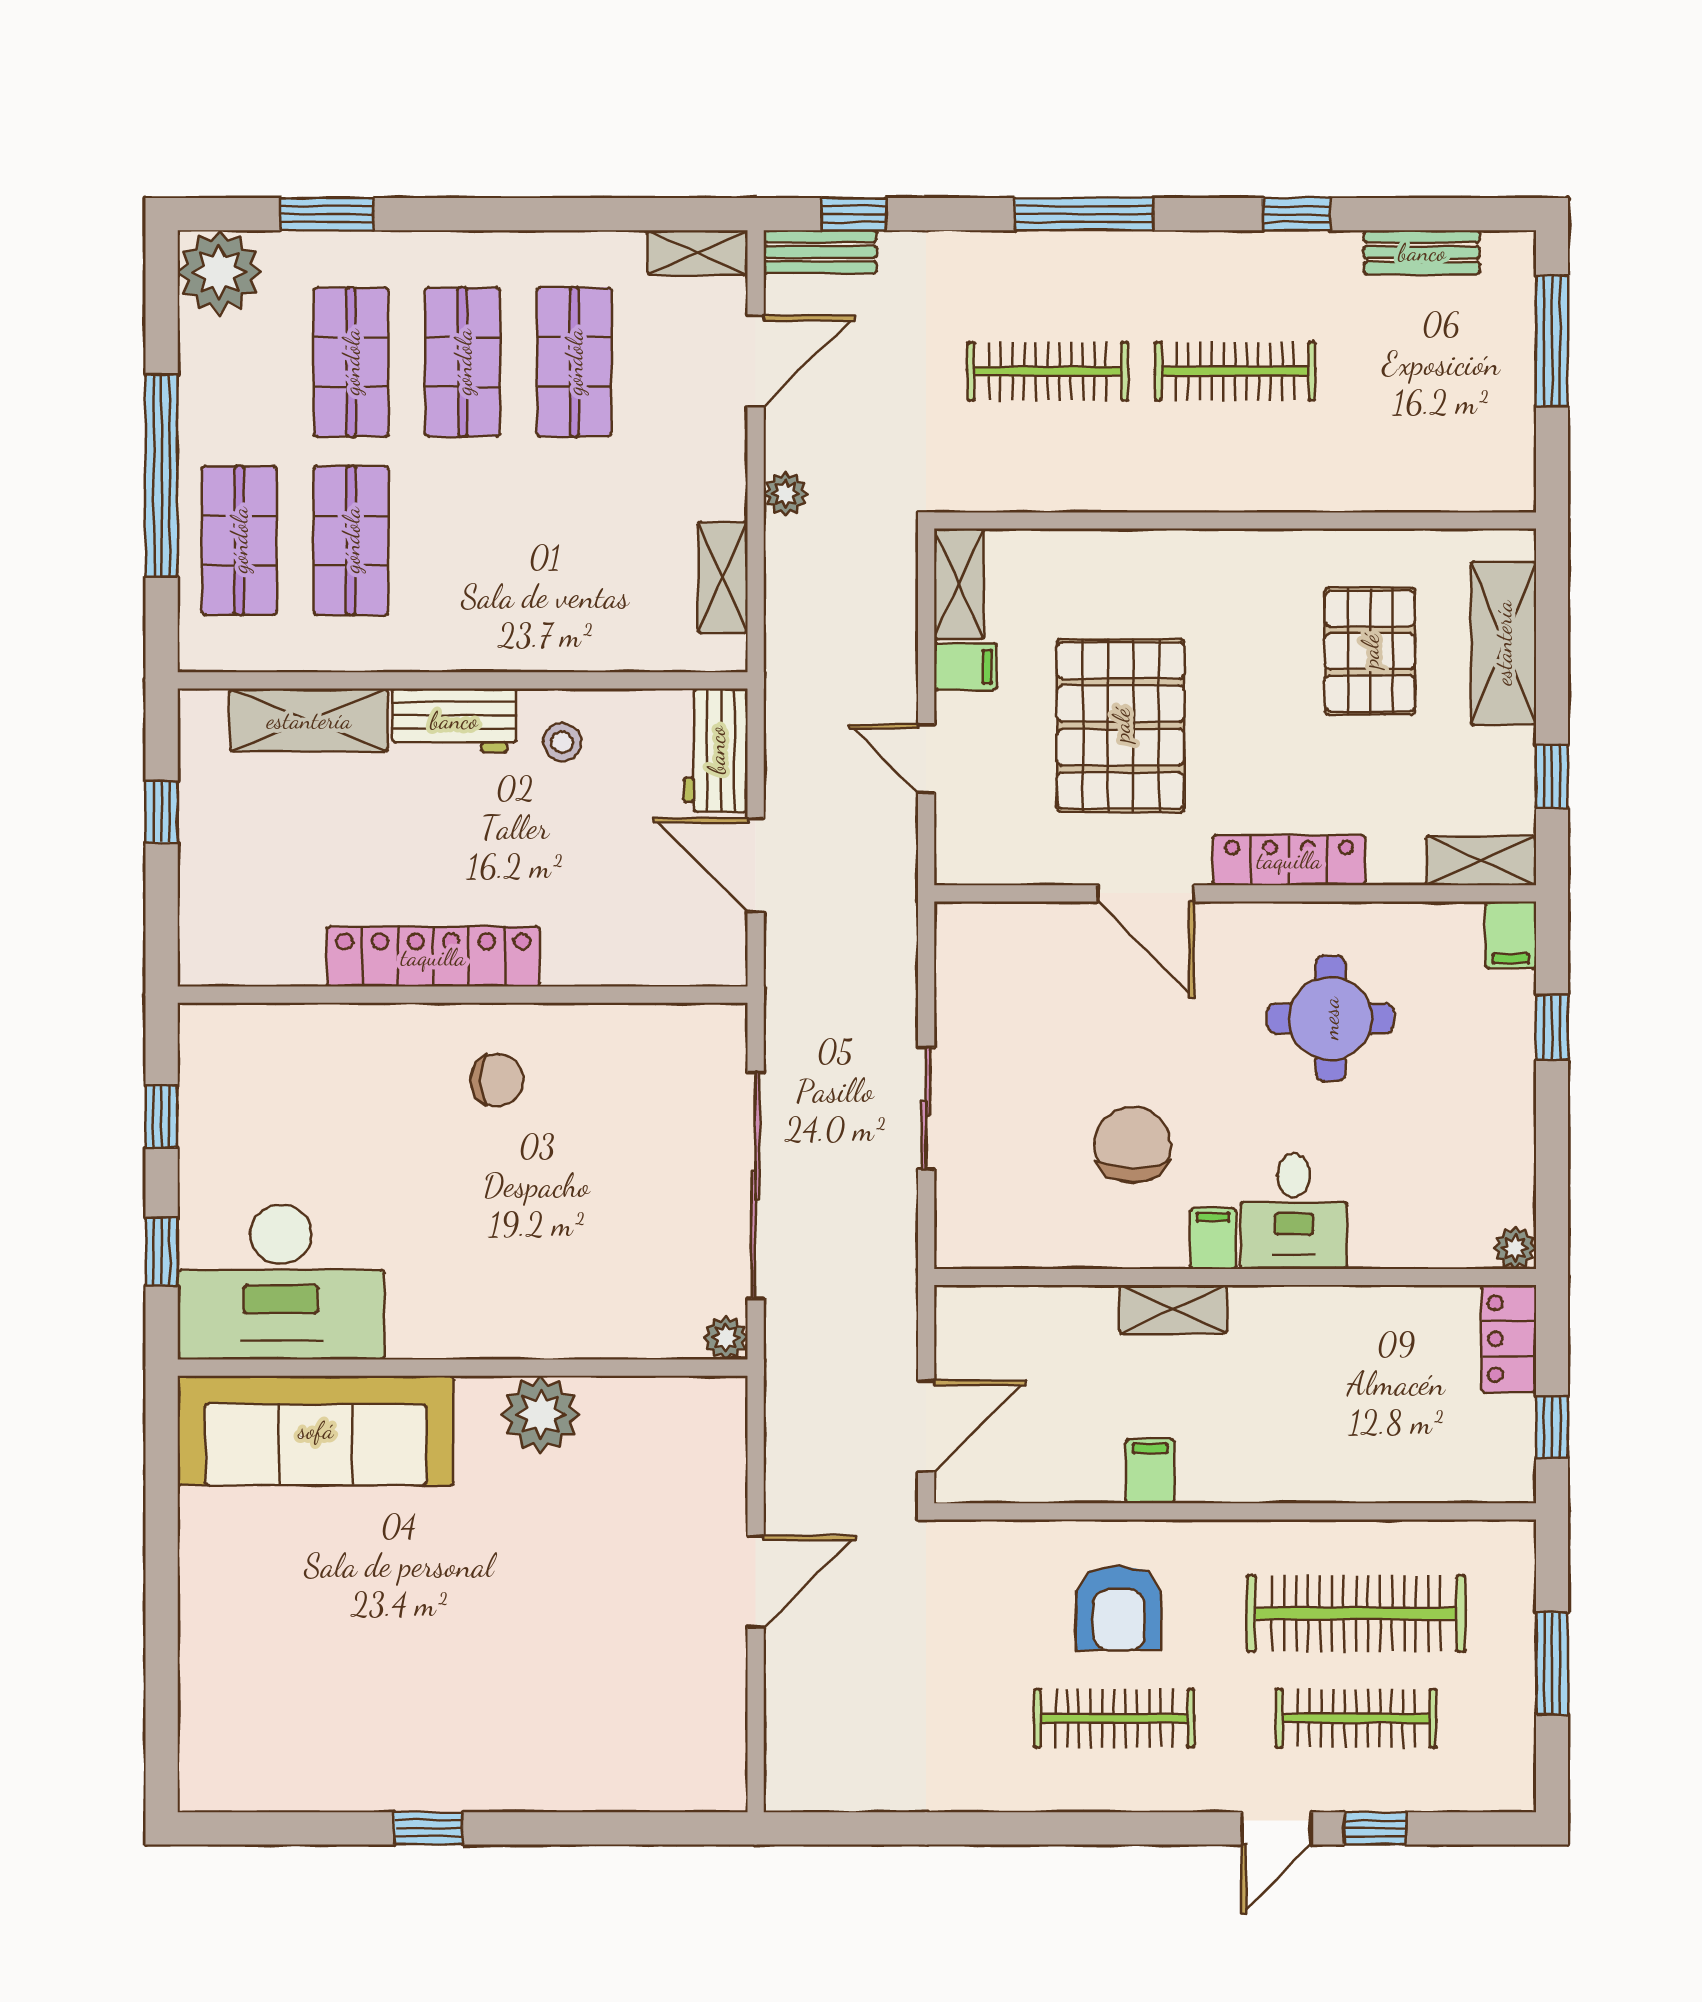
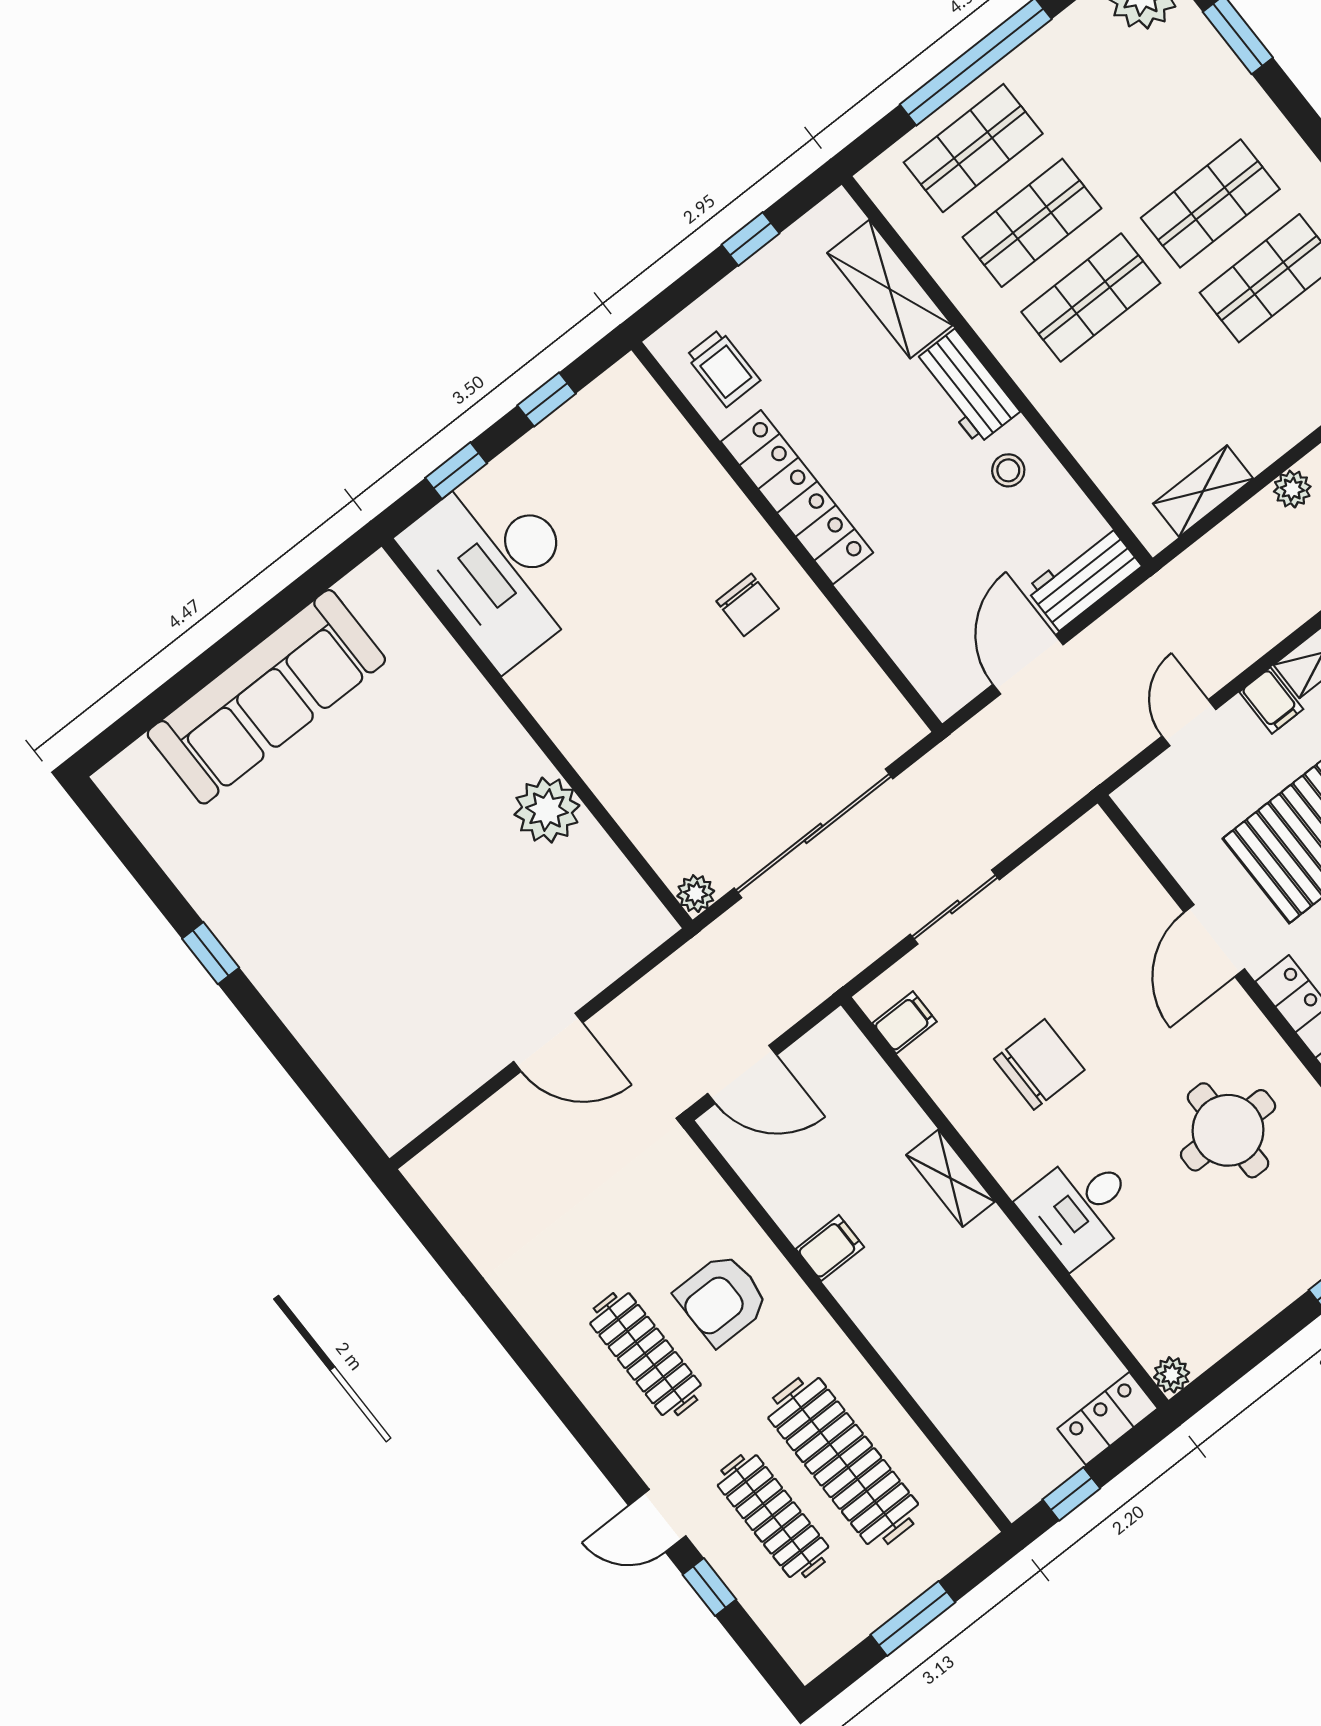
shop shelf: (351, 362) -> (1091, 297), moved
trolley: (261, 931) -> (723, 368), added
filing cabinet: (1213, 1239) -> (905, 1022), moved
sofa: (316, 1430) -> (266, 697), moved, turned -90

